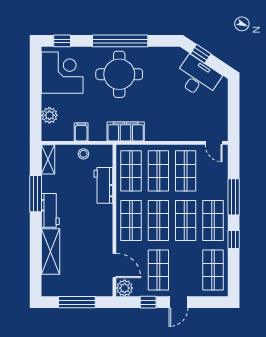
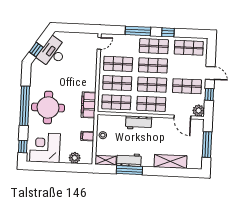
workbench: (103, 185) -> (139, 123), moved
workbench: (50, 210) -> (129, 160), moved
door: (114, 266) -> (182, 117), swing flipped

